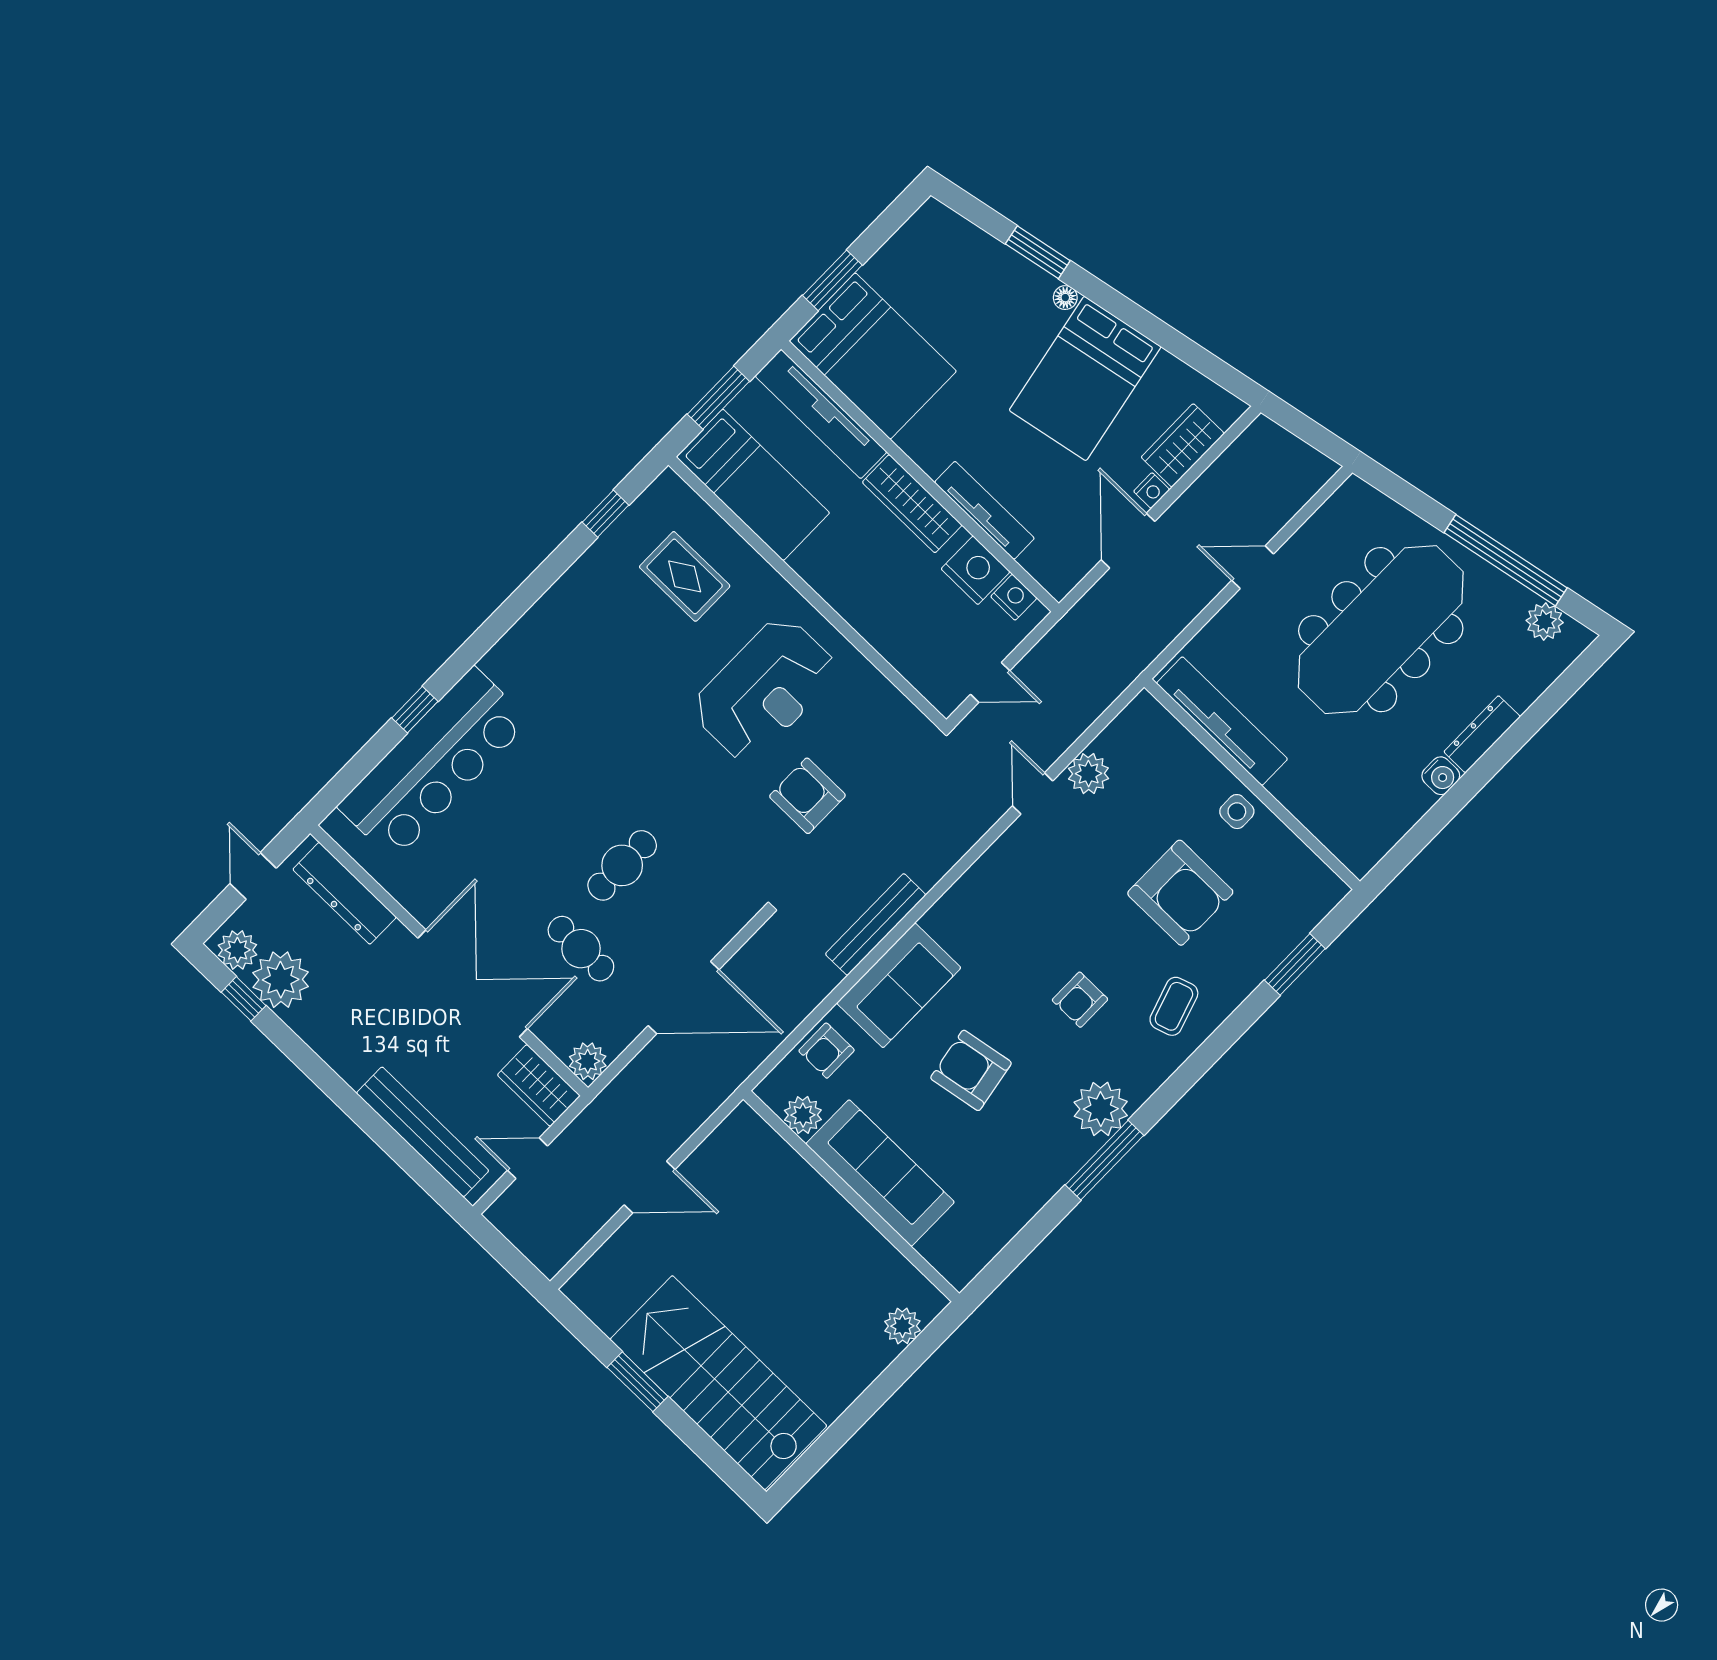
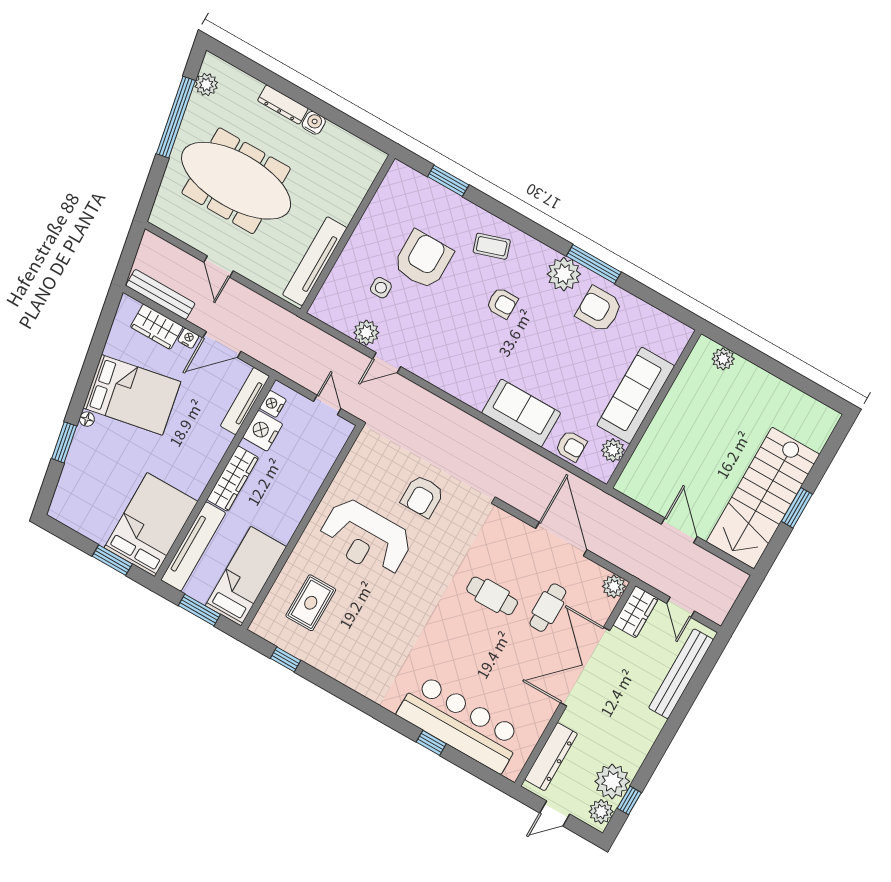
tv unit: (984, 510) -> (245, 401), moved
reception desk: (765, 689) -> (366, 538), turned 180
side table: (1237, 812) -> (381, 288), moved
bench: (876, 924) -> (160, 294), moved
armchair: (971, 1070) -> (599, 309), moved, turned 100
stairs: (718, 1383) -> (763, 498), moved

